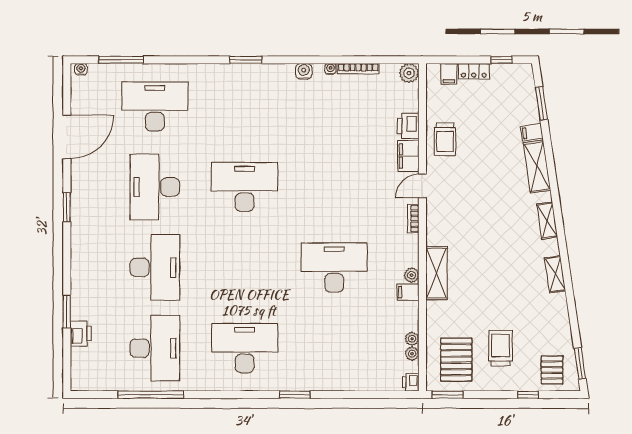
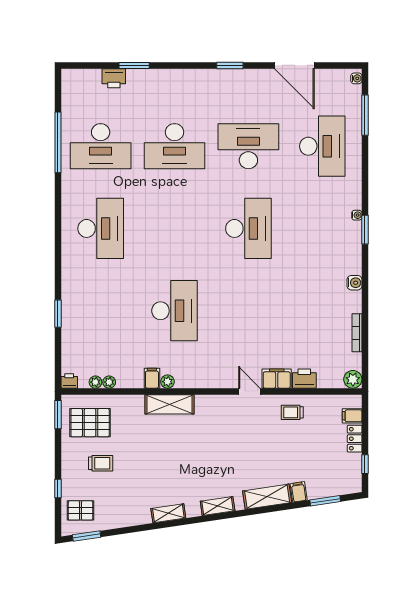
water cooler: (330, 69) -> (357, 215), moved
trolley: (445, 139) -> (292, 412), width x0.73, depth x0.72
bookcase: (413, 219) -> (219, 383), removed
trolley: (501, 348) -> (101, 463), width x0.73, depth x0.72
window: (295, 395) -> (58, 314), moved

